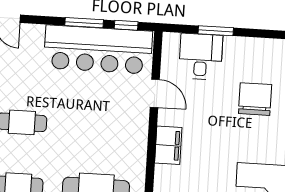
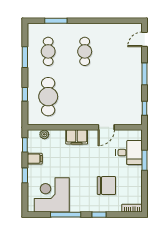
window: (84, 23) -> (145, 74), moved
bar counter: (98, 49) -> (130, 93), removed

